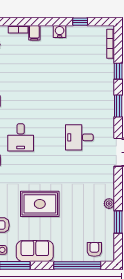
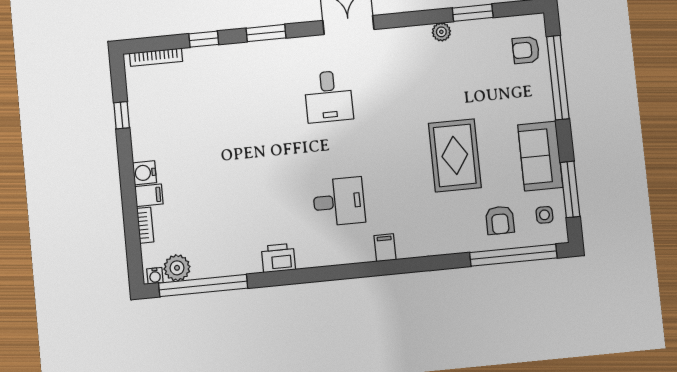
water cooler: (60, 32) -> (145, 173), moved

